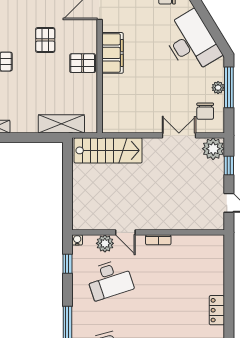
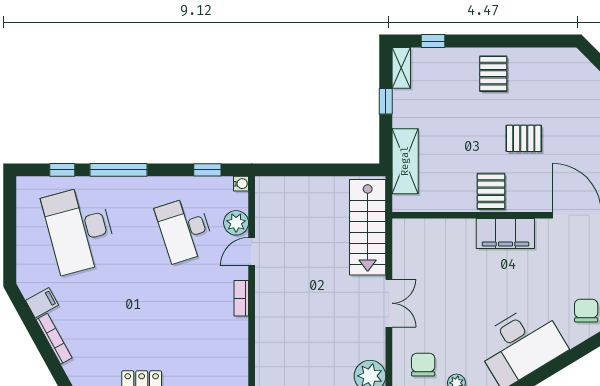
chair: (205, 111) -> (423, 365), turned 90
double door: (179, 135) -> (389, 303), moved
window: (19, 138) -> (386, 101), added

